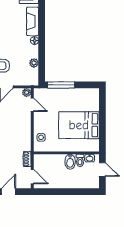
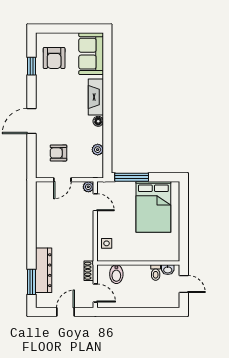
bed: (79, 125) -> (153, 207), moved, turned -90
bidet: (70, 162) -> (116, 274), moved

